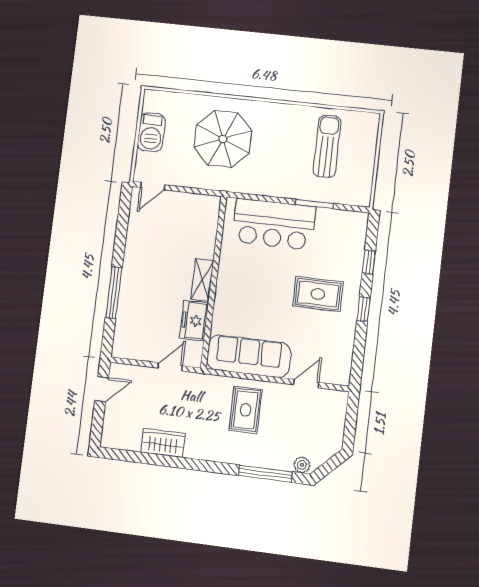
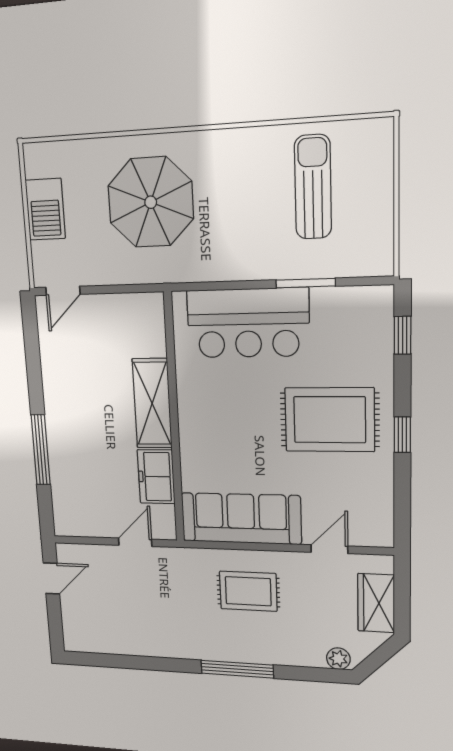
window: (369, 262) -> (403, 335), moved
shelving: (202, 280) -> (152, 403), width x1.50, depth x1.33
rug: (318, 294) -> (330, 420), width x1.36, depth x1.43
rug: (246, 410) -> (248, 591), turned 90
wardrobe: (163, 443) -> (376, 603), moved, turned -90
window: (265, 474) -> (237, 669), moved

